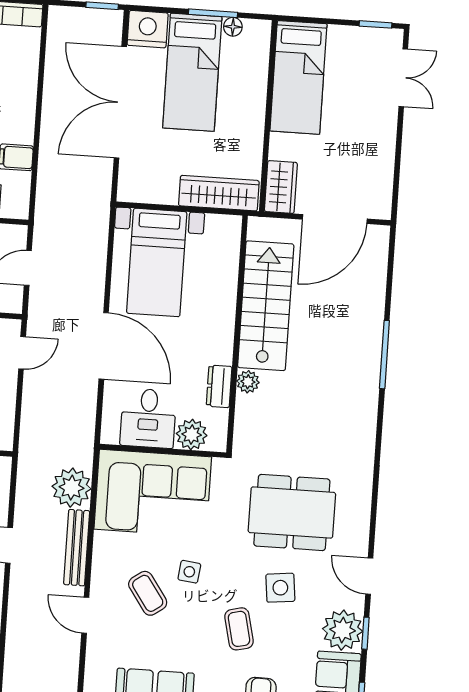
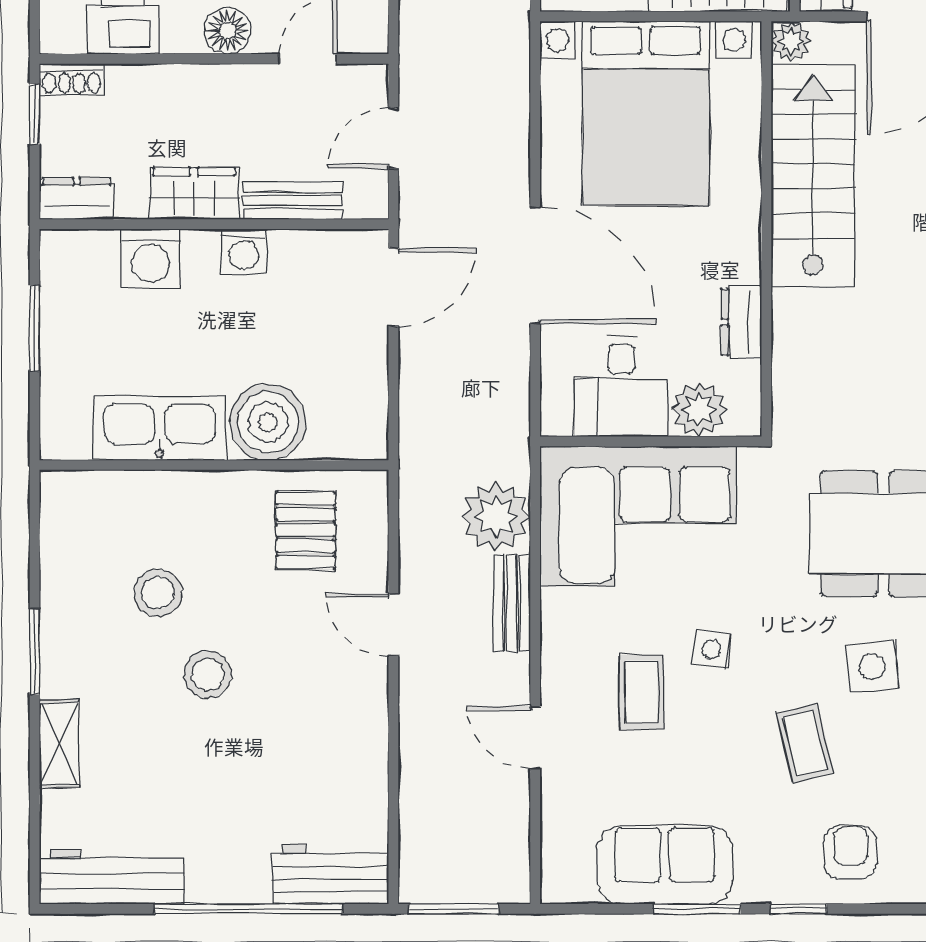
bed with nightstands: (157, 262) -> (646, 113), width x1.36
door: (22, 353) -> (393, 287), width x1.37
plant: (248, 382) -> (791, 41), moved
bench: (77, 548) -> (512, 603), width x0.73
coffee table: (148, 593) -> (641, 692), turned 35

